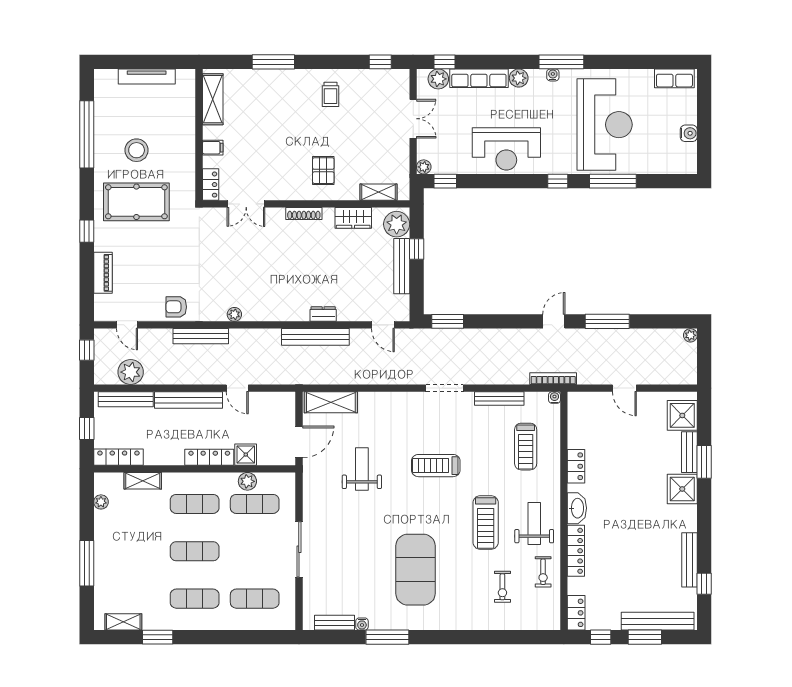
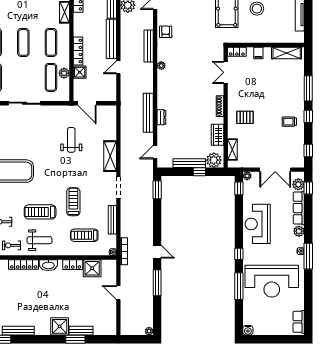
window: (322, 62) -> (308, 116), added
double door: (413, 119) -> (275, 170), width x1.37
water cooler: (689, 133) -> (248, 330), moved
door: (624, 388) -> (118, 293), hinge flipped
shelving: (331, 402) -> (110, 156), moved
shower: (682, 415) -> (92, 268), moved
treadmill: (436, 466) -> (73, 202), moved
weight bench: (362, 469) -> (71, 140), turned -90

